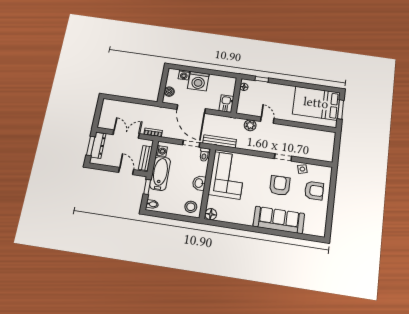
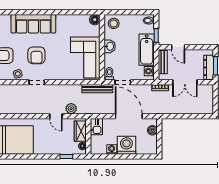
washing machine: (184, 75) -> (112, 149), moved
wardrobe: (244, 102) -> (80, 131), added

